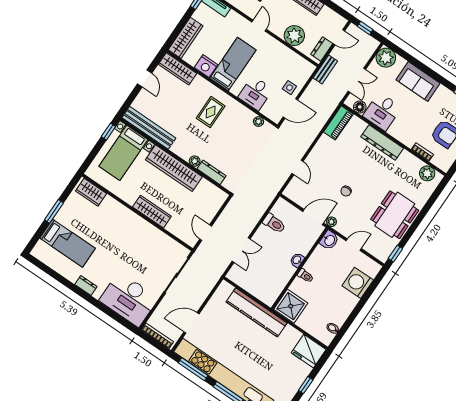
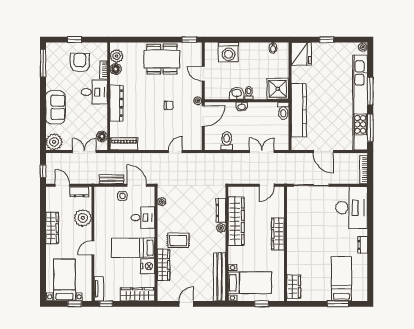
wardrobe: (178, 69) -> (163, 265), moved
bench: (325, 69) -> (112, 179), moved
desk: (382, 112) -> (94, 92), moved
window: (108, 132) -> (262, 304), moved
floor lamp: (415, 164) -> (116, 69), added
wardrobe: (174, 168) -> (236, 221), moved
window: (54, 211) -> (338, 304), moved
door: (313, 217) -> (203, 116), swing flipped
washbasin: (329, 240) -> (237, 93), moved
toilet: (266, 297) -> (283, 111), added
door: (191, 323) -> (323, 151), moved

